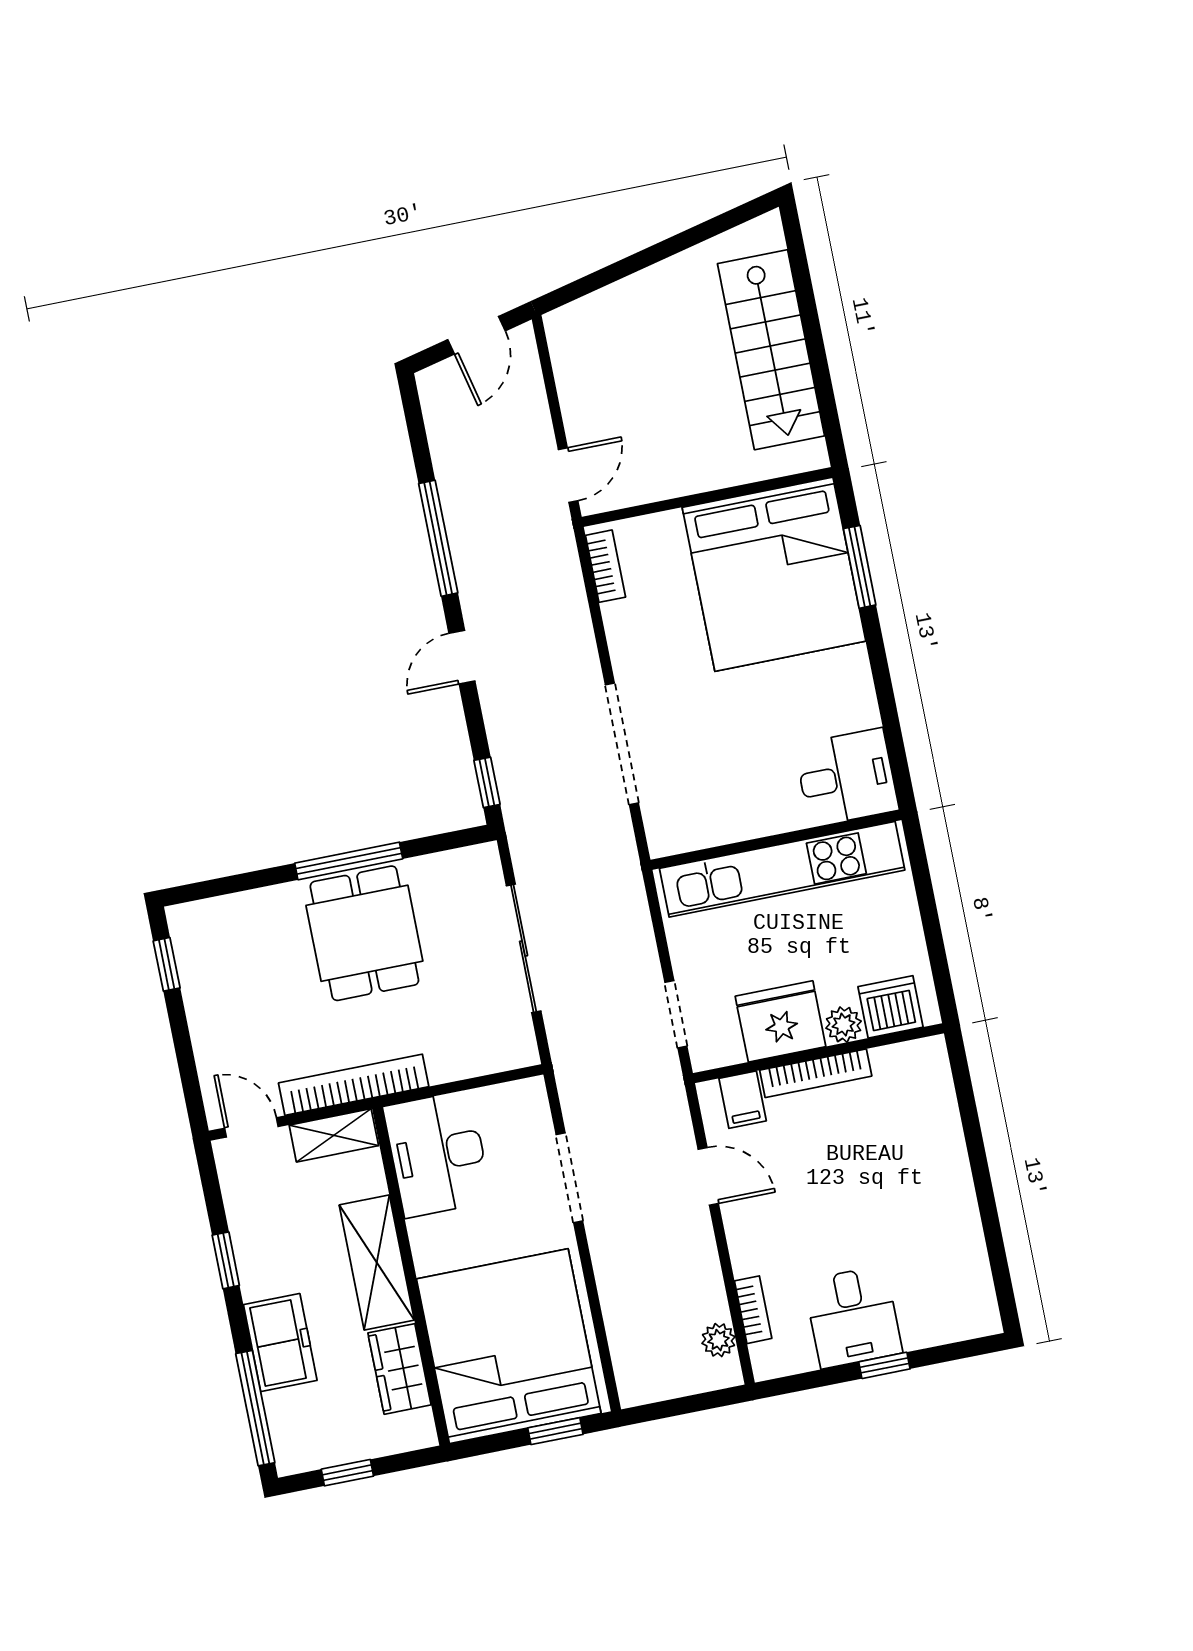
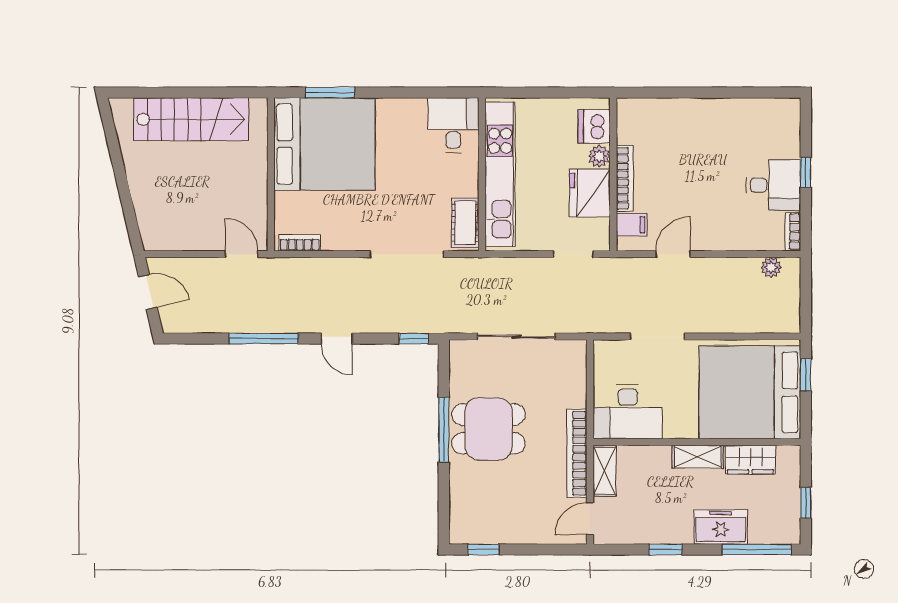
cot: (692, 829) -> (465, 223), added
shelving: (377, 1263) -> (698, 457), width x0.67, depth x0.75
bookcase: (753, 1310) -> (793, 232), moved, turned -90

